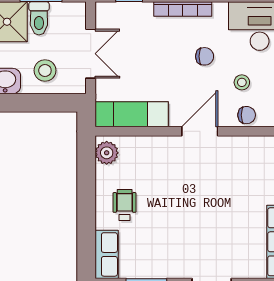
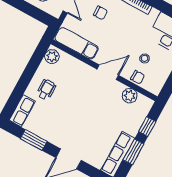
chair: (205, 56) -> (100, 13), moved
plant: (250, 148) -> (130, 96), added

